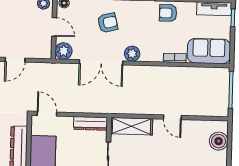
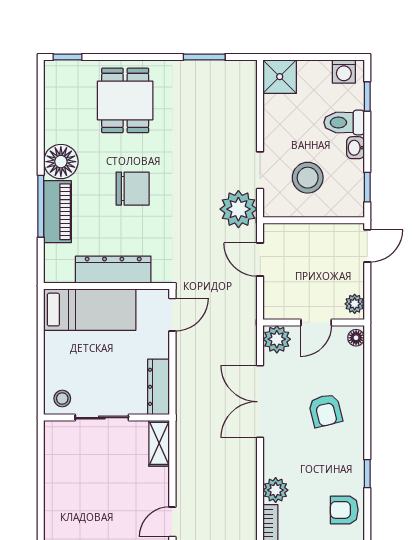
armchair: (168, 13) -> (344, 510), turned -90
plant: (132, 54) -> (276, 490), moved
shelving: (132, 126) -> (159, 443), width x0.67, depth x0.75

